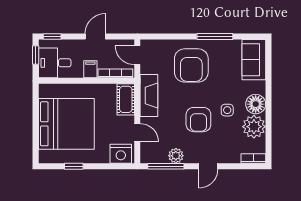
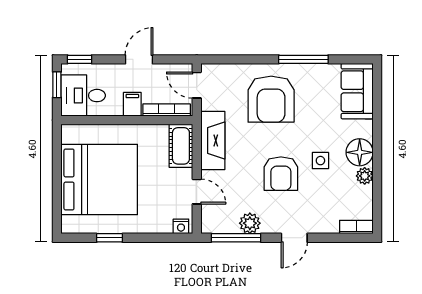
plant: (254, 127) -> (365, 176), width x0.53, depth x0.53
nightstand: (121, 154) -> (181, 226), width x0.53, depth x0.56

